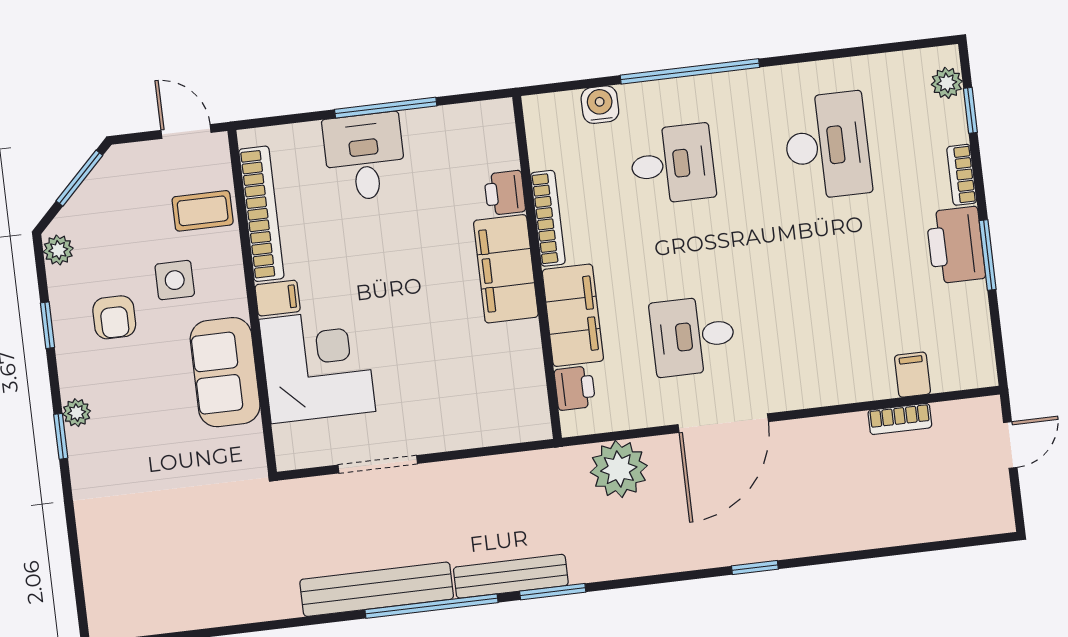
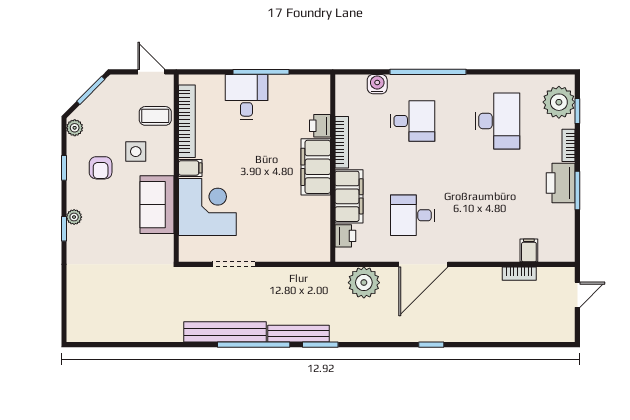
plant: (947, 83) -> (559, 102), width x1.87, depth x1.87

